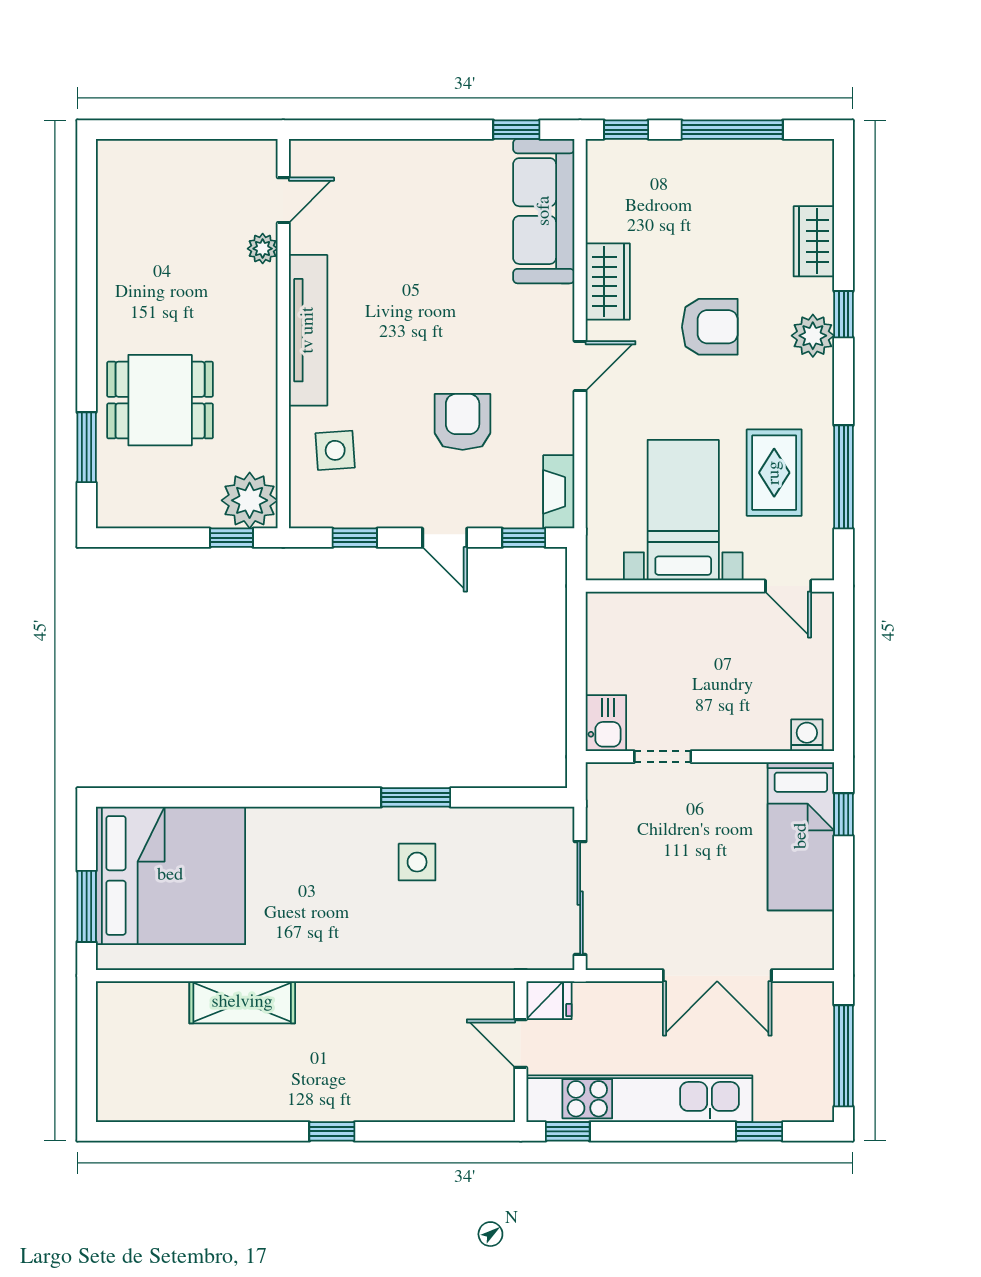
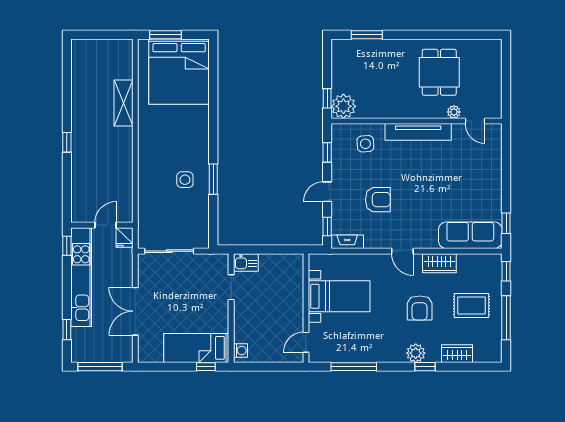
dining table: (160, 400) -> (439, 72), moved
rug: (774, 473) -> (471, 306), moved

